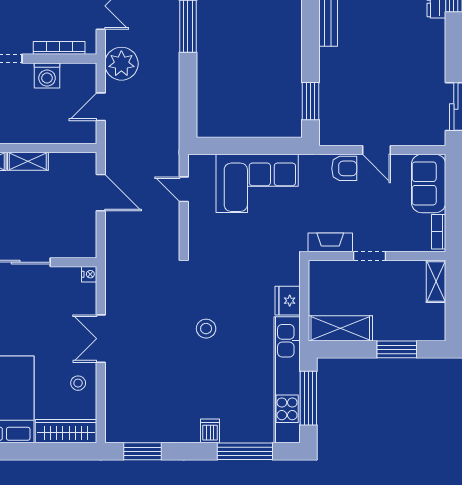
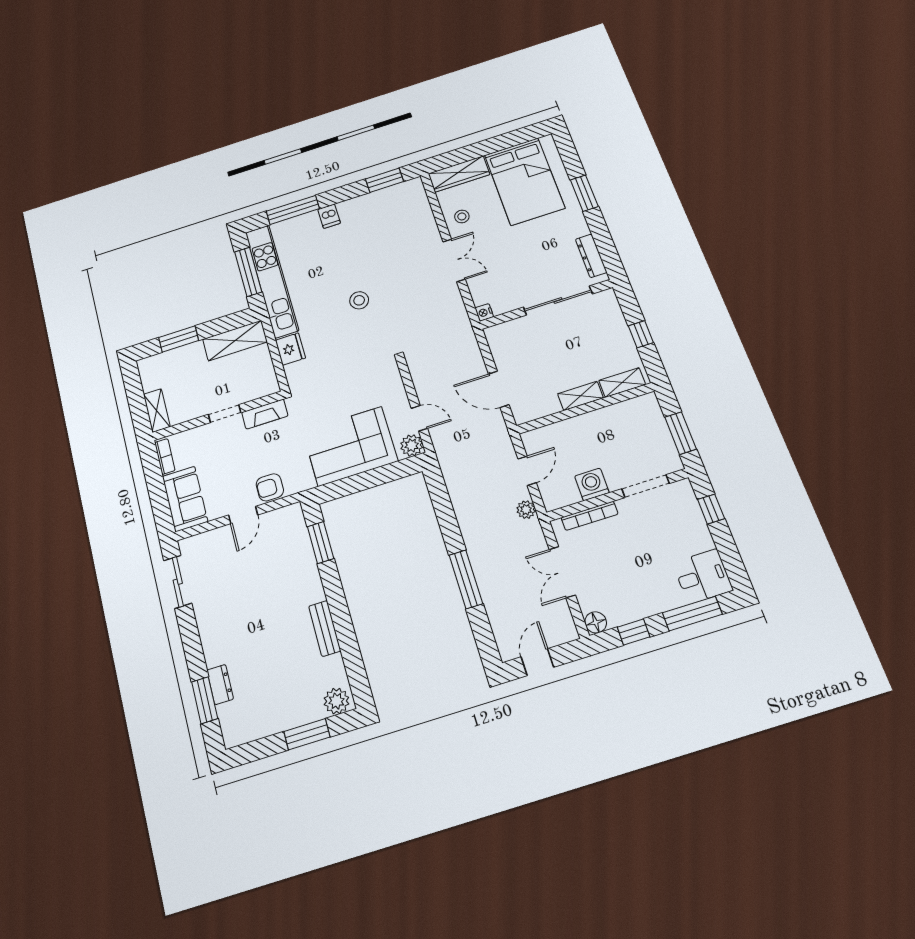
plant: (121, 64) -> (526, 510), width x0.53, depth x0.53
door: (376, 150) -> (243, 515), swing flipped
plant: (199, 165) -> (412, 445), added

